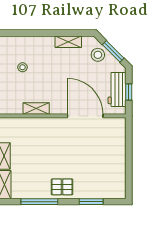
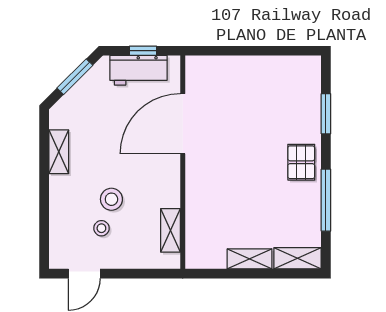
stool: (98, 55) -> (111, 199), moved
shelving: (36, 109) -> (170, 230), moved

